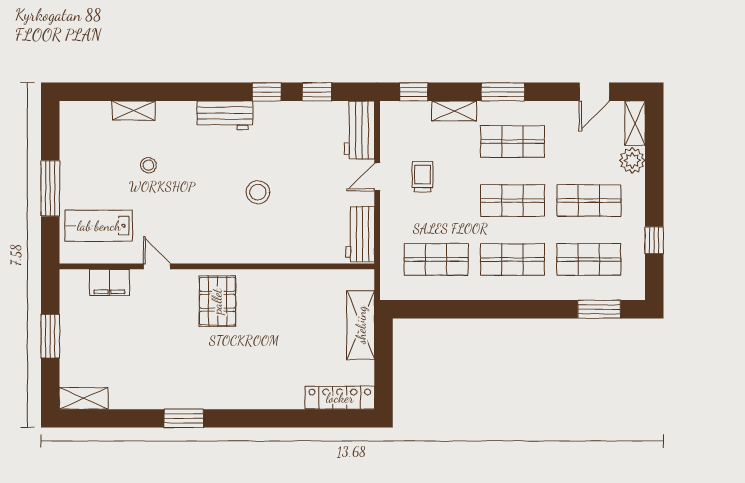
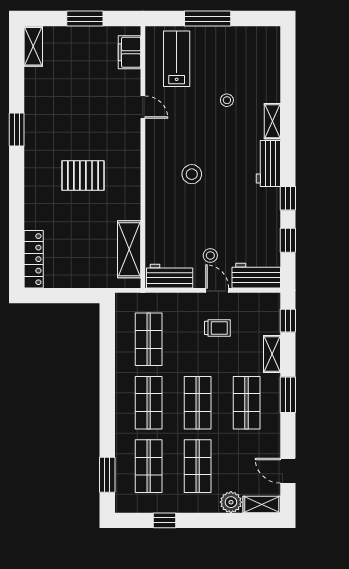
shelving: (134, 111) -> (272, 121), moved
stool: (335, 185) -> (210, 255), added
stool: (258, 192) -> (192, 174), moved
door: (157, 266) -> (143, 107), hinge flipped
filing cabinet: (109, 282) -> (129, 52), moved
pallet: (217, 301) -> (83, 175), moved
shelving: (361, 325) -> (129, 249), moved, turned 90

